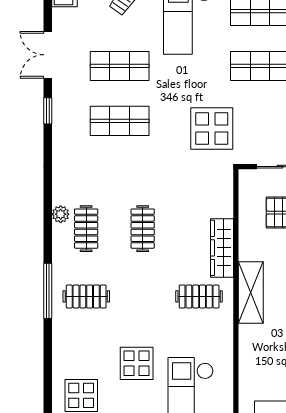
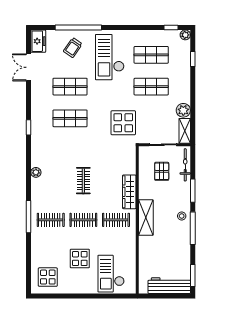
double door: (48, 55) -> (28, 67), moved
window: (48, 111) -> (28, 127), moved
clothes rail: (86, 229) -> (83, 220), moved, turned 90

